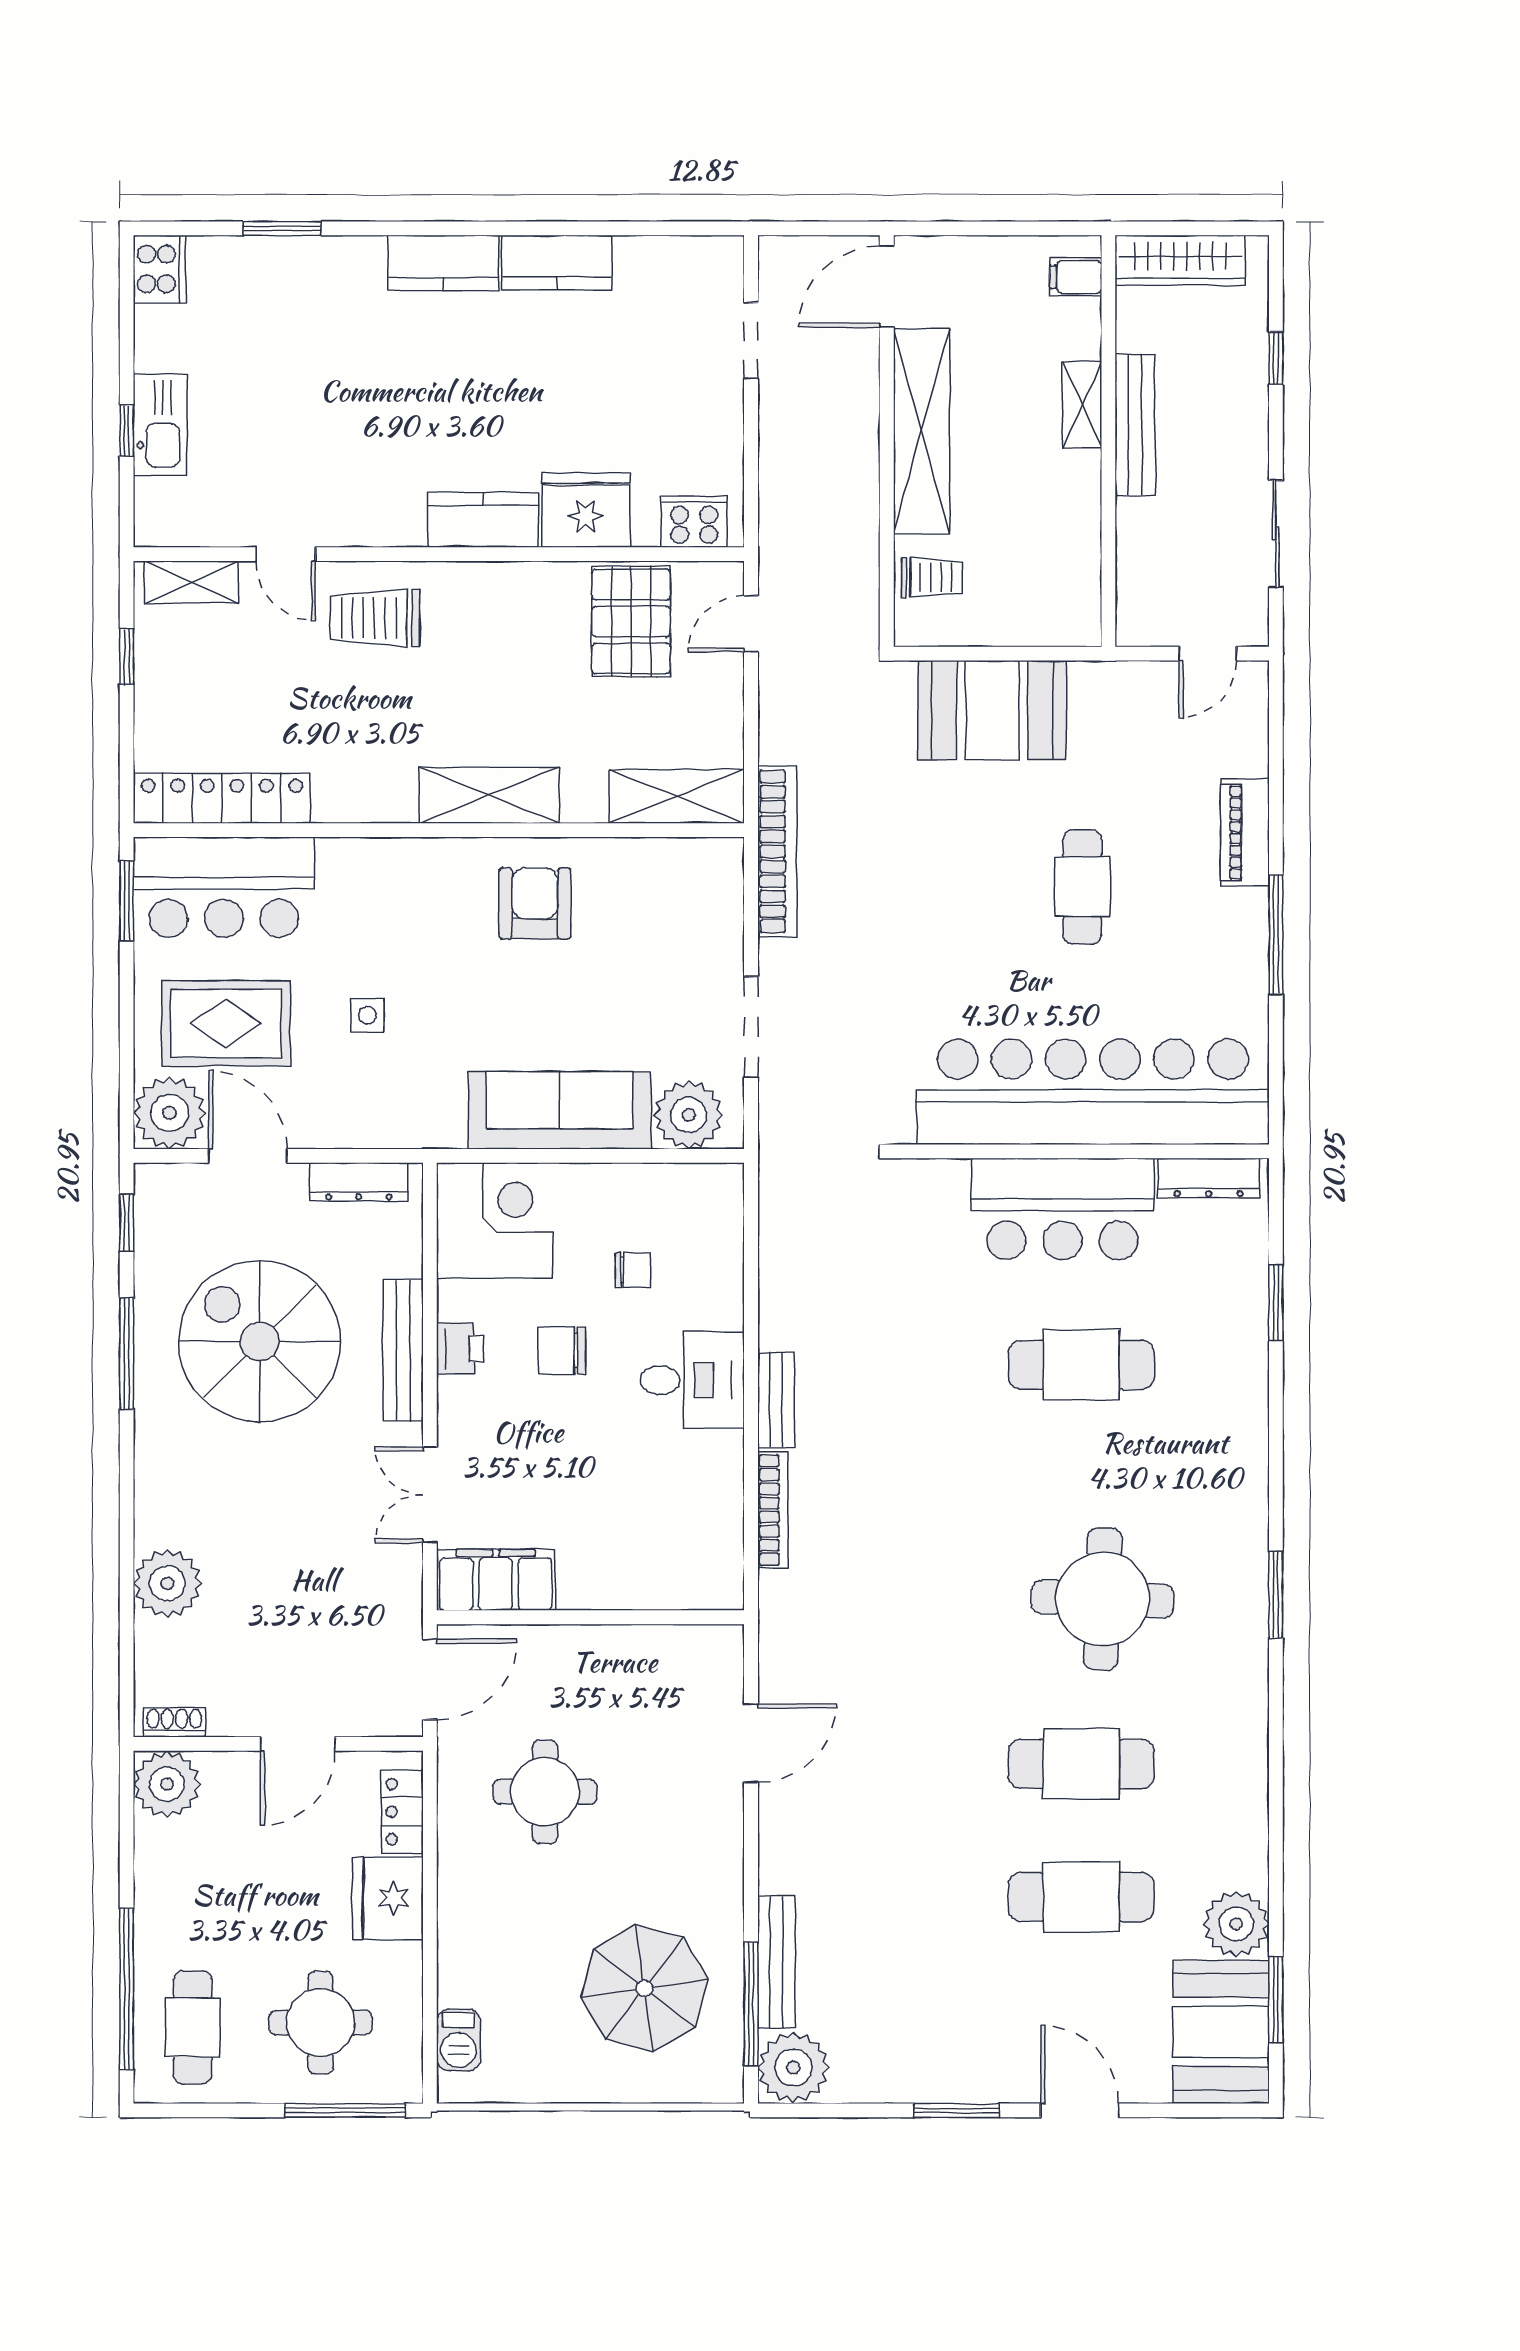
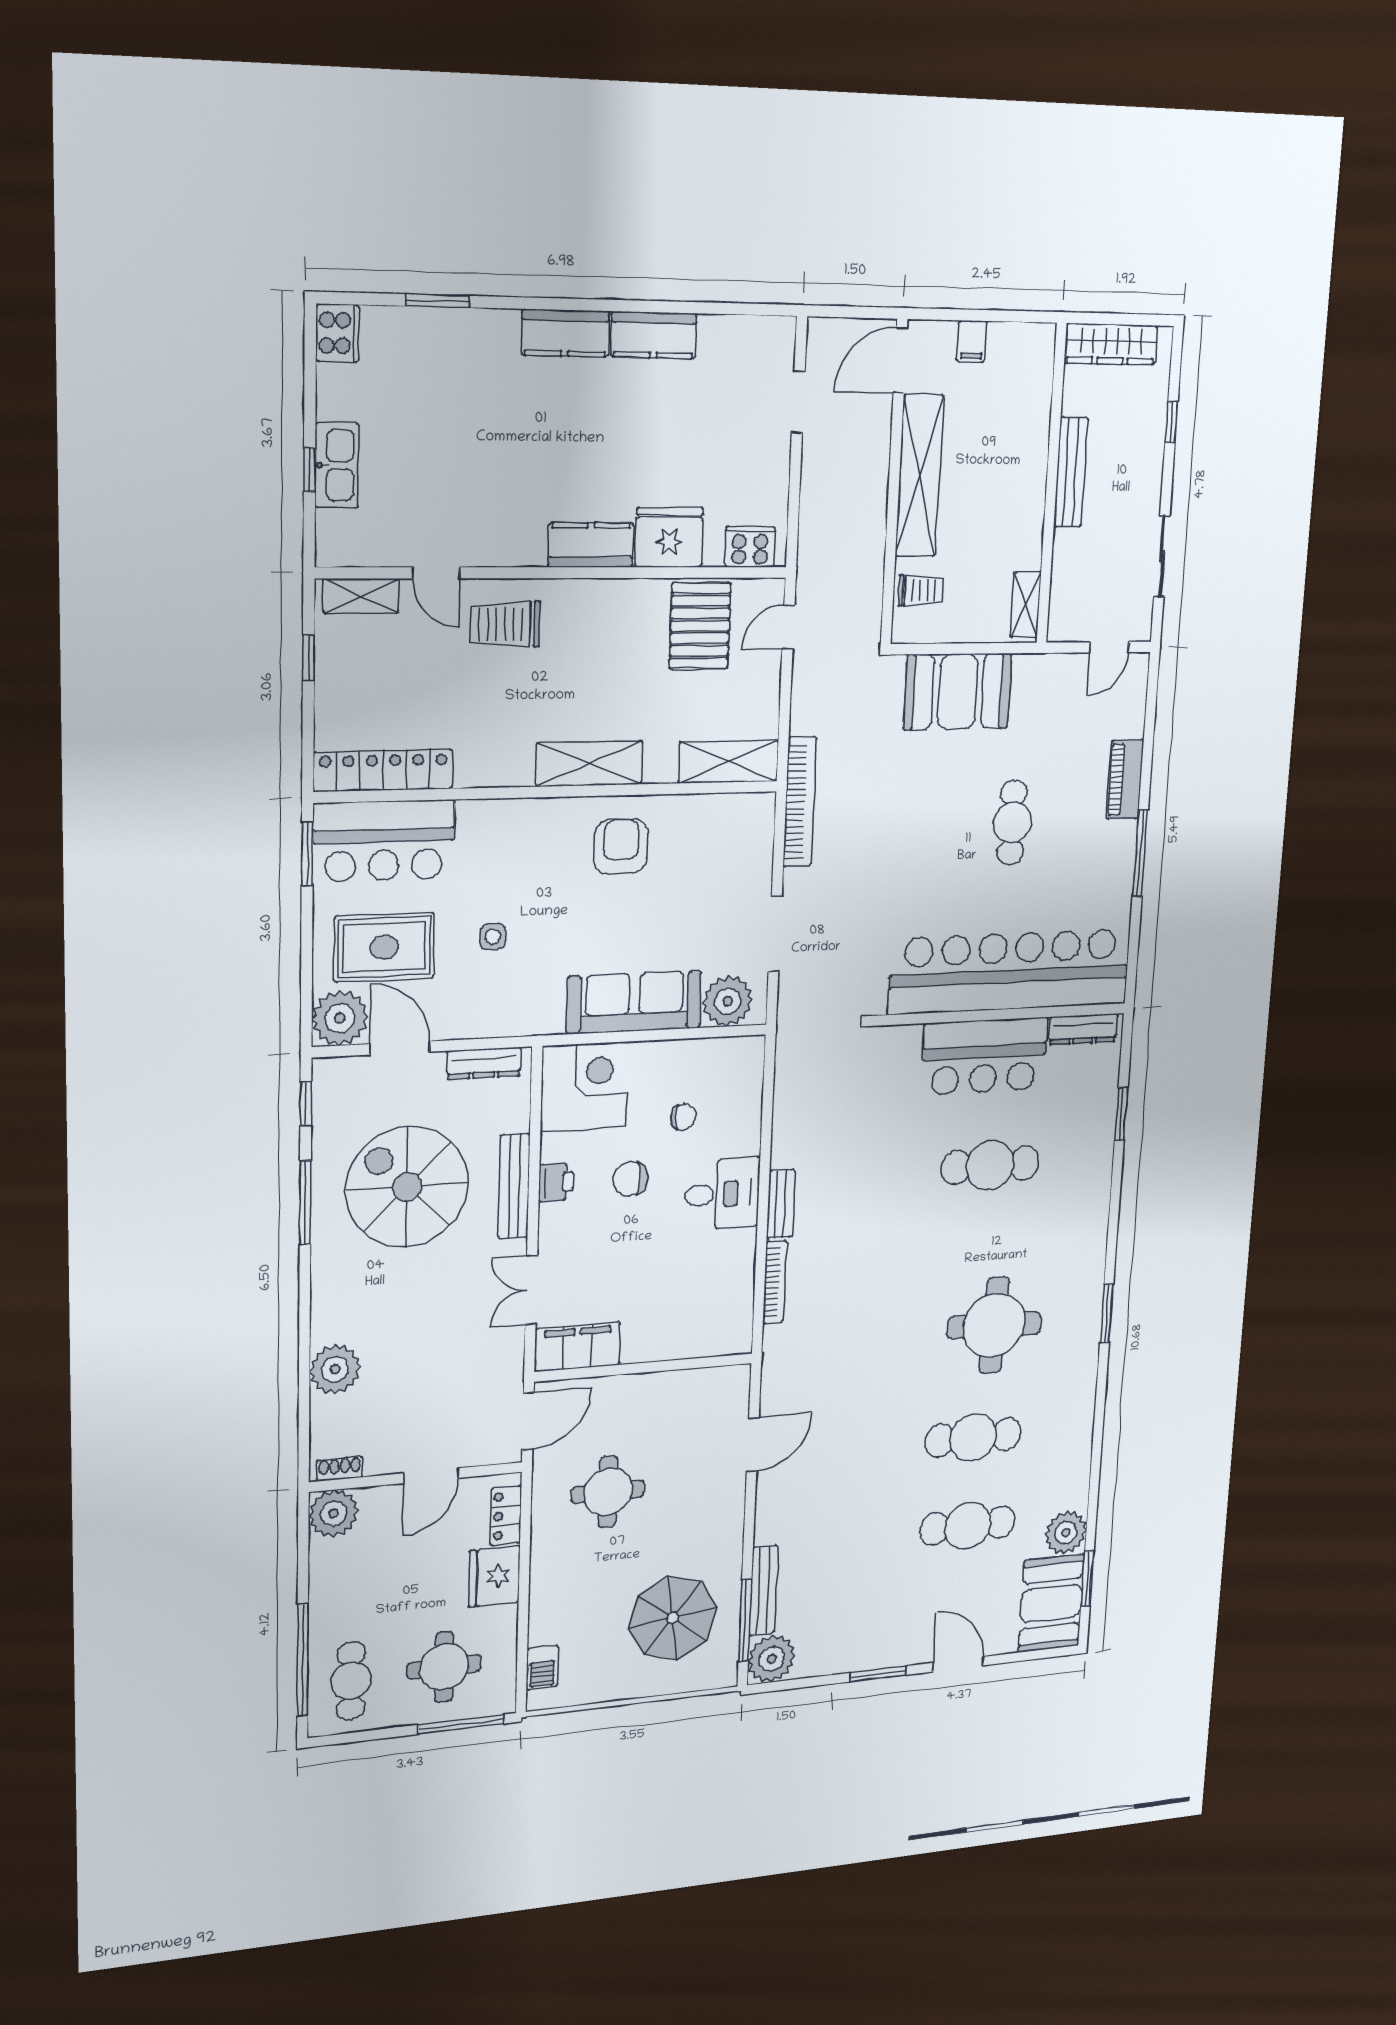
filing cabinet: (1076, 277) -> (972, 341), moved, turned -90
shelving: (1082, 405) -> (1026, 605), moved

